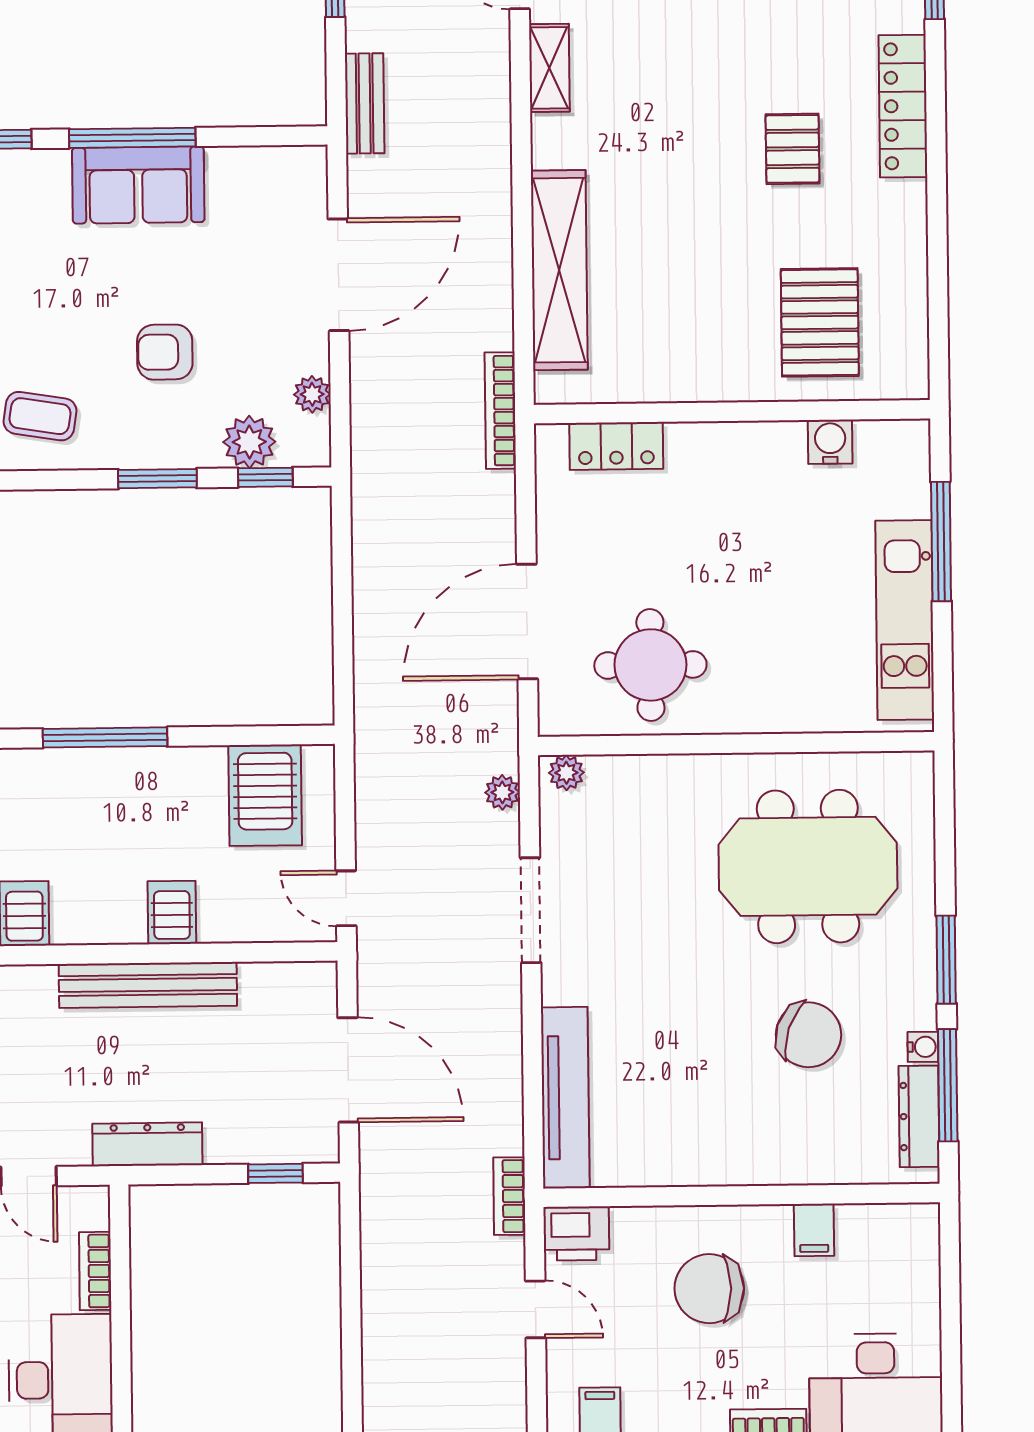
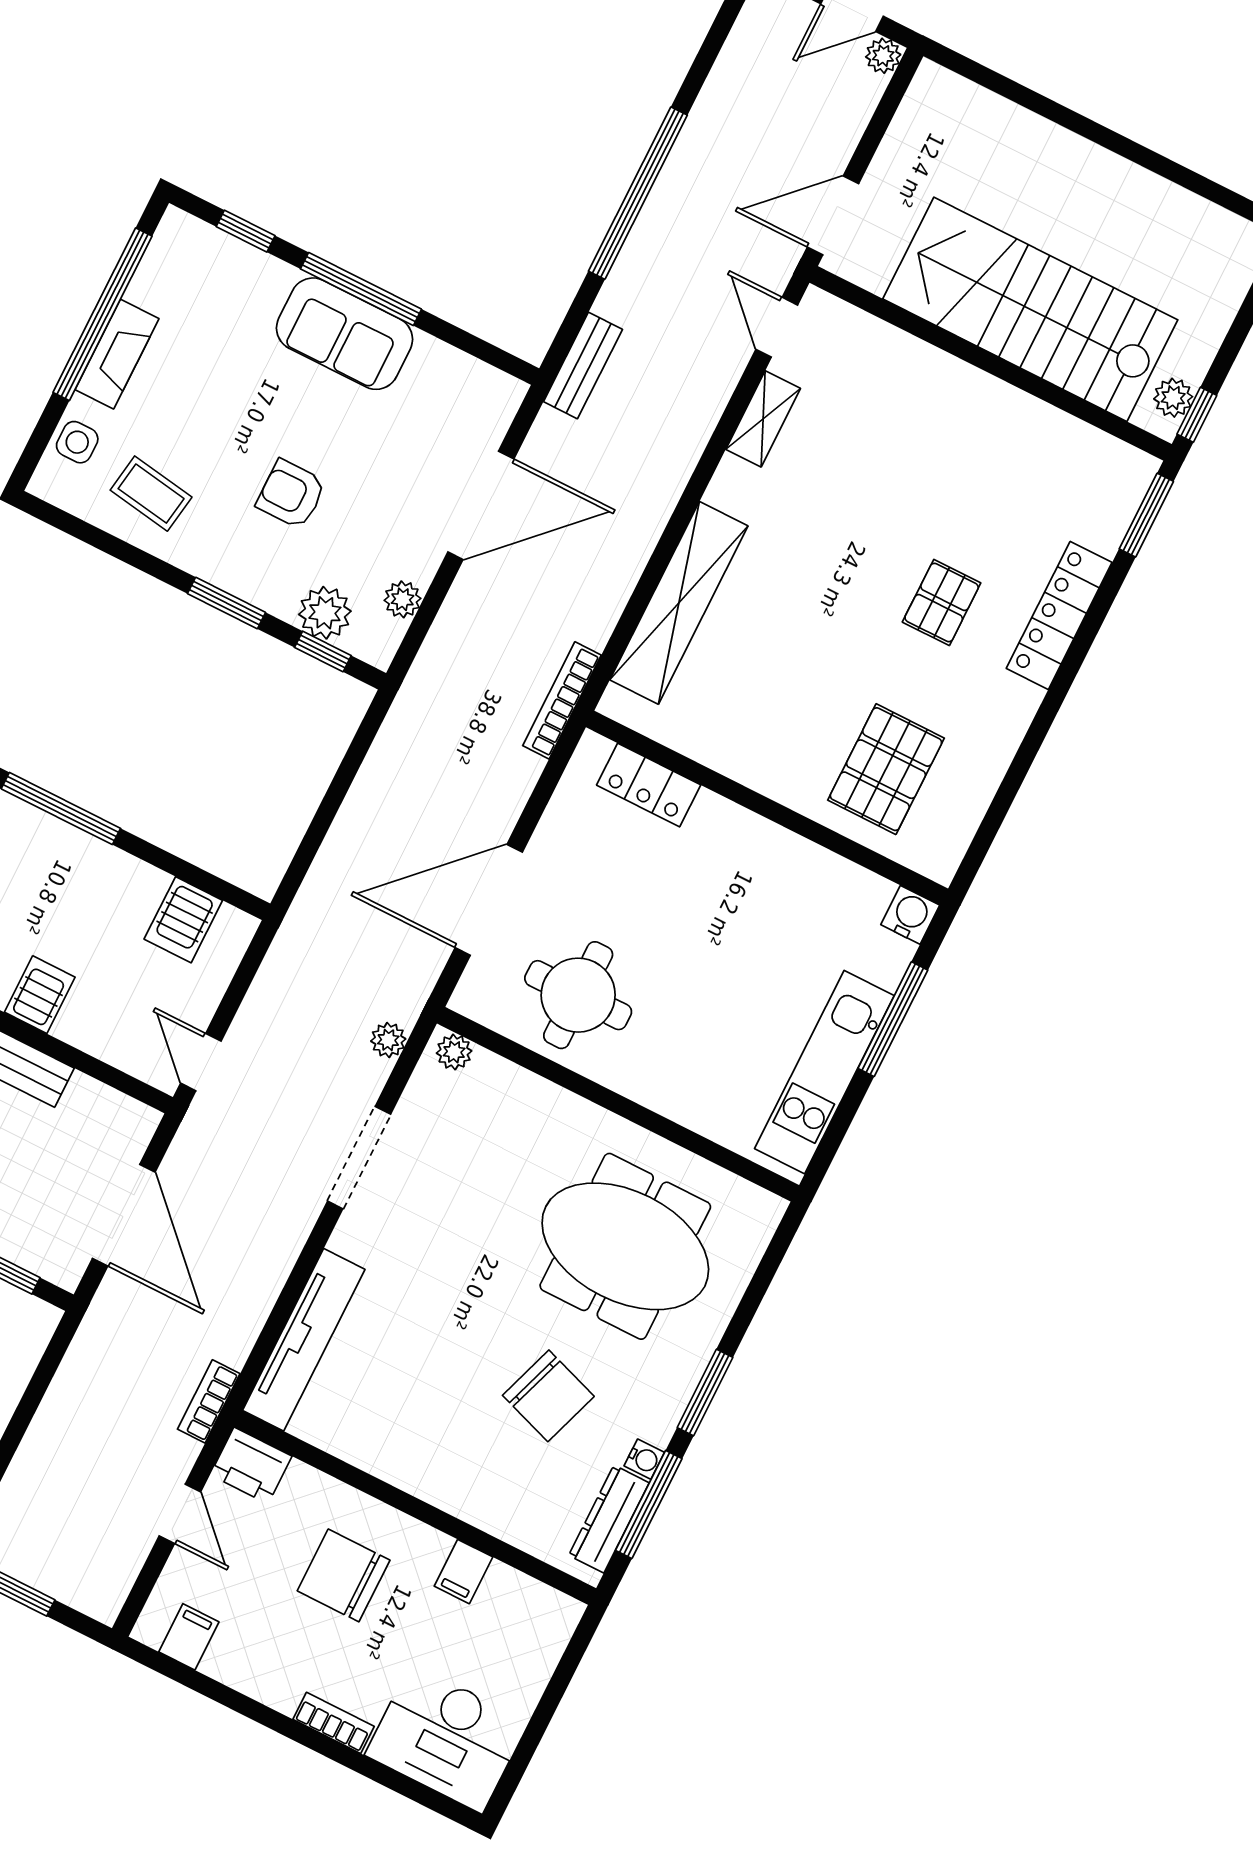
water cooler: (830, 442) -> (910, 915), moved
server rack: (265, 795) -> (183, 920), width x0.73, depth x0.70

